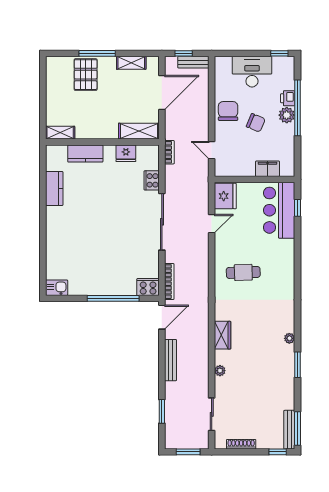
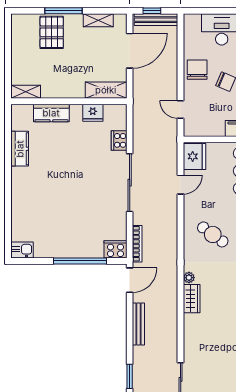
bench: (193, 62) -> (156, 20), width x1.36
bookcase: (169, 152) -> (137, 112), removed
cafe table: (243, 272) -> (213, 234), turned 38
plant: (220, 371) -> (189, 278), moved

